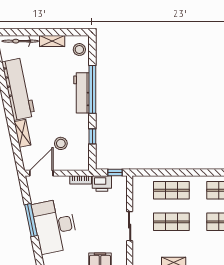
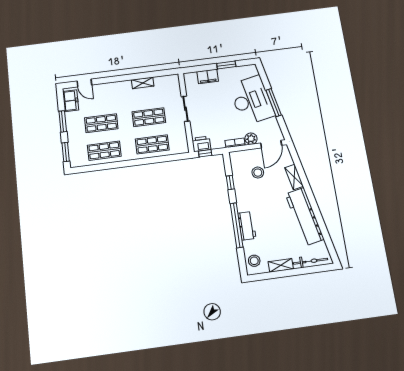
workbench: (82, 93) -> (247, 226), width x0.73
plant: (62, 182) -> (251, 139), added
printer: (102, 184) -> (201, 144), moved

